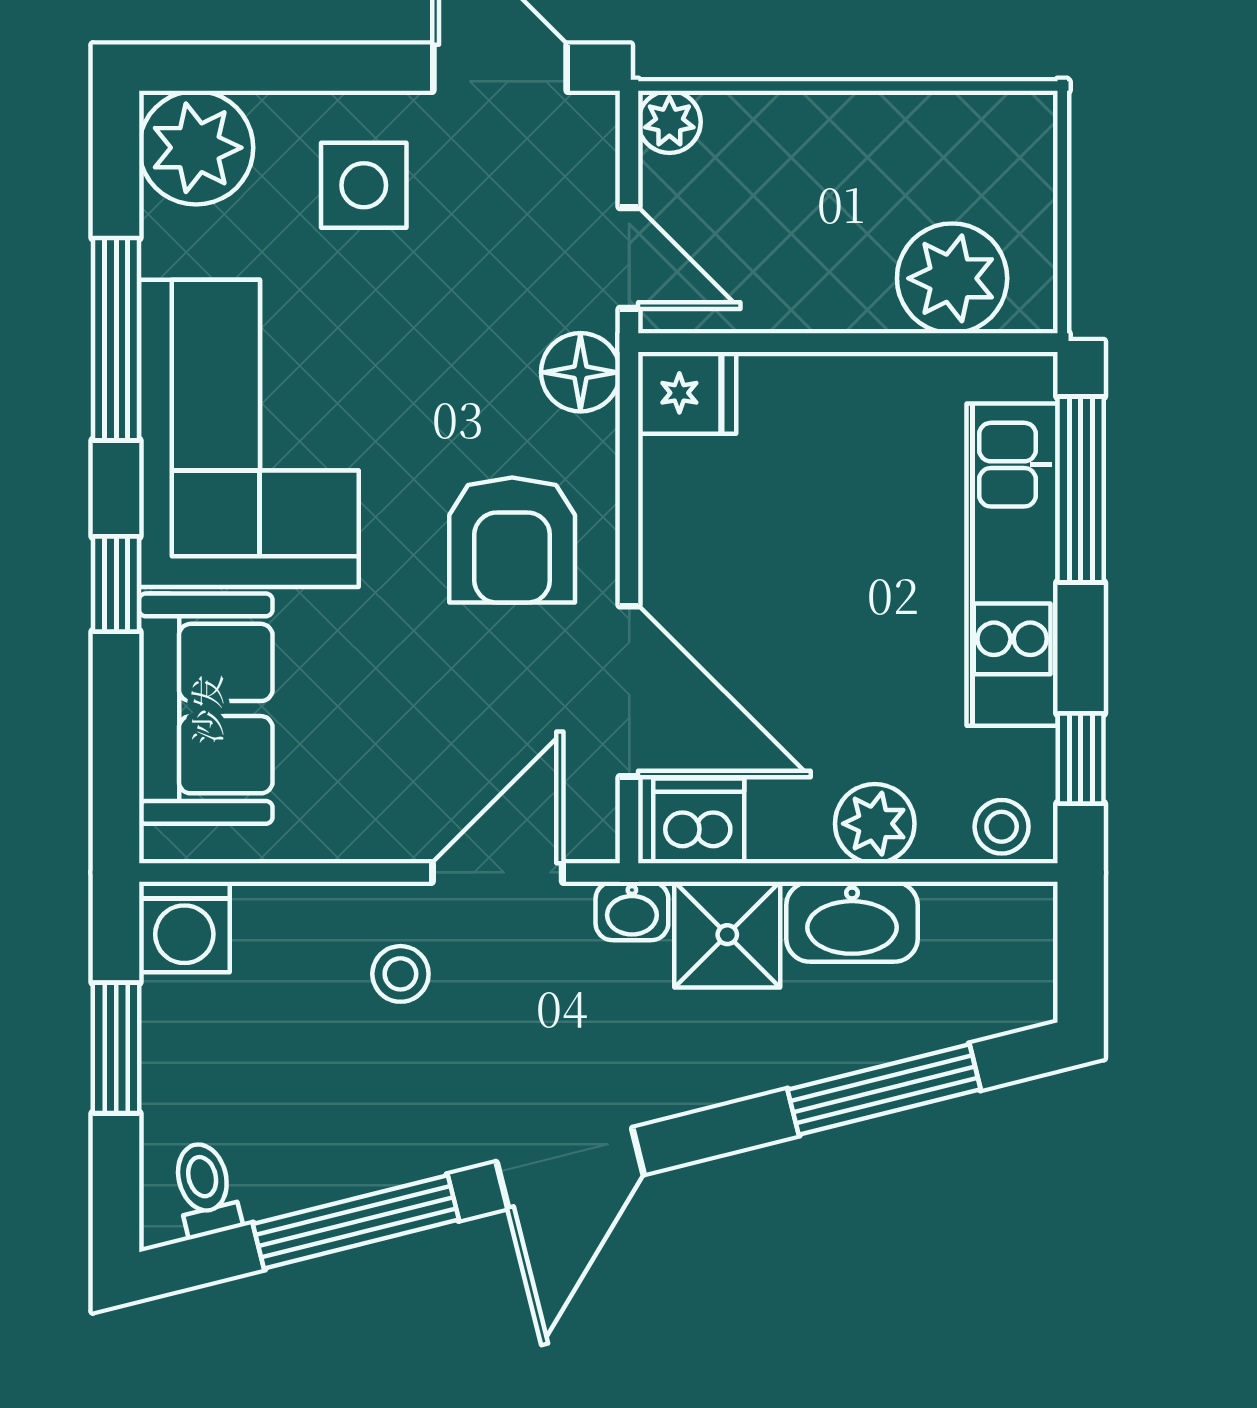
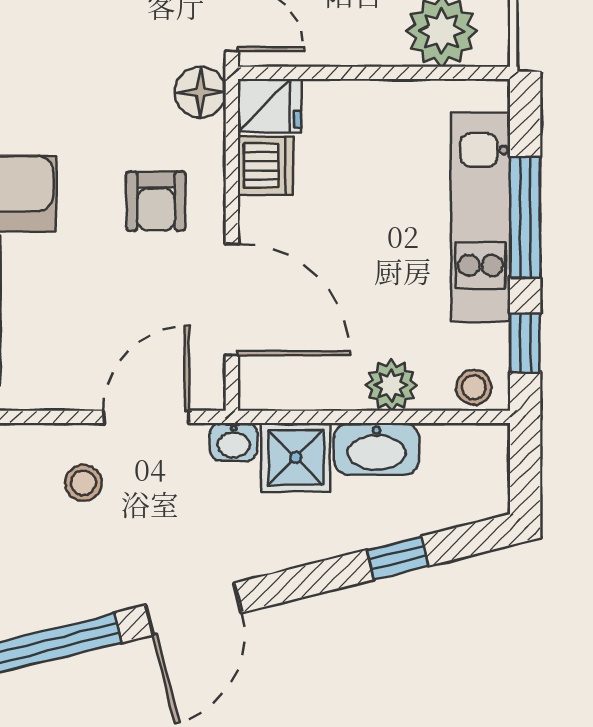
window: (1081, 489) -> (525, 217), moved
armchair: (512, 540) -> (156, 201), width x0.72, depth x0.72
dishwasher: (699, 821) -> (265, 166), moved, turned 90
window: (884, 1089) -> (397, 558), width x0.46

